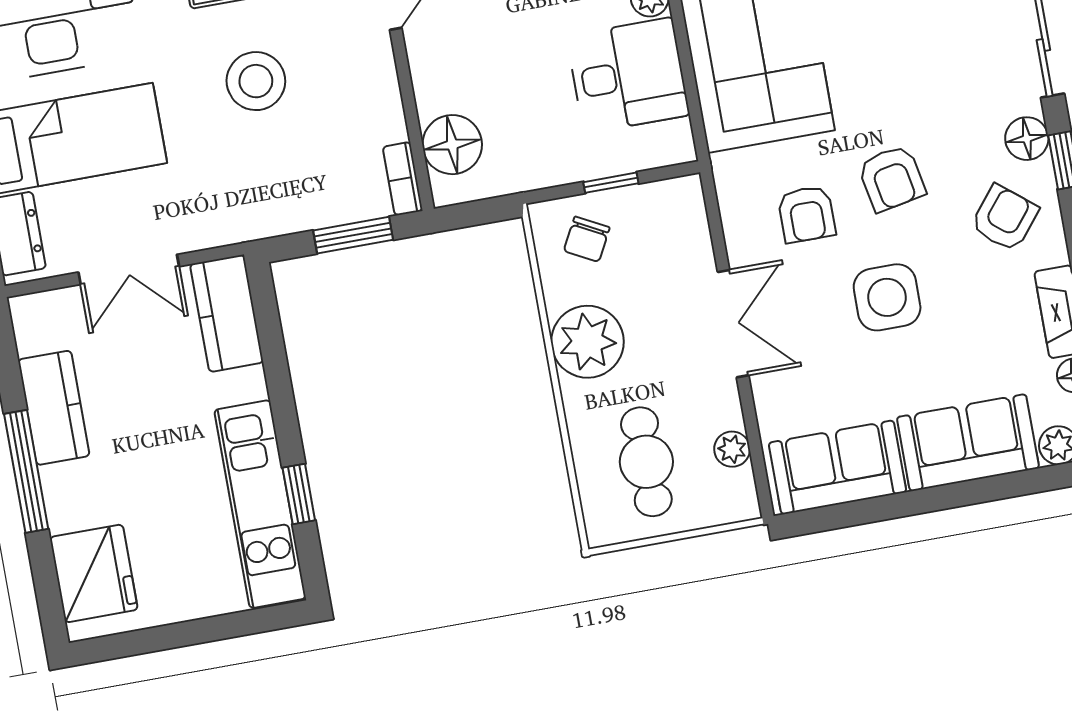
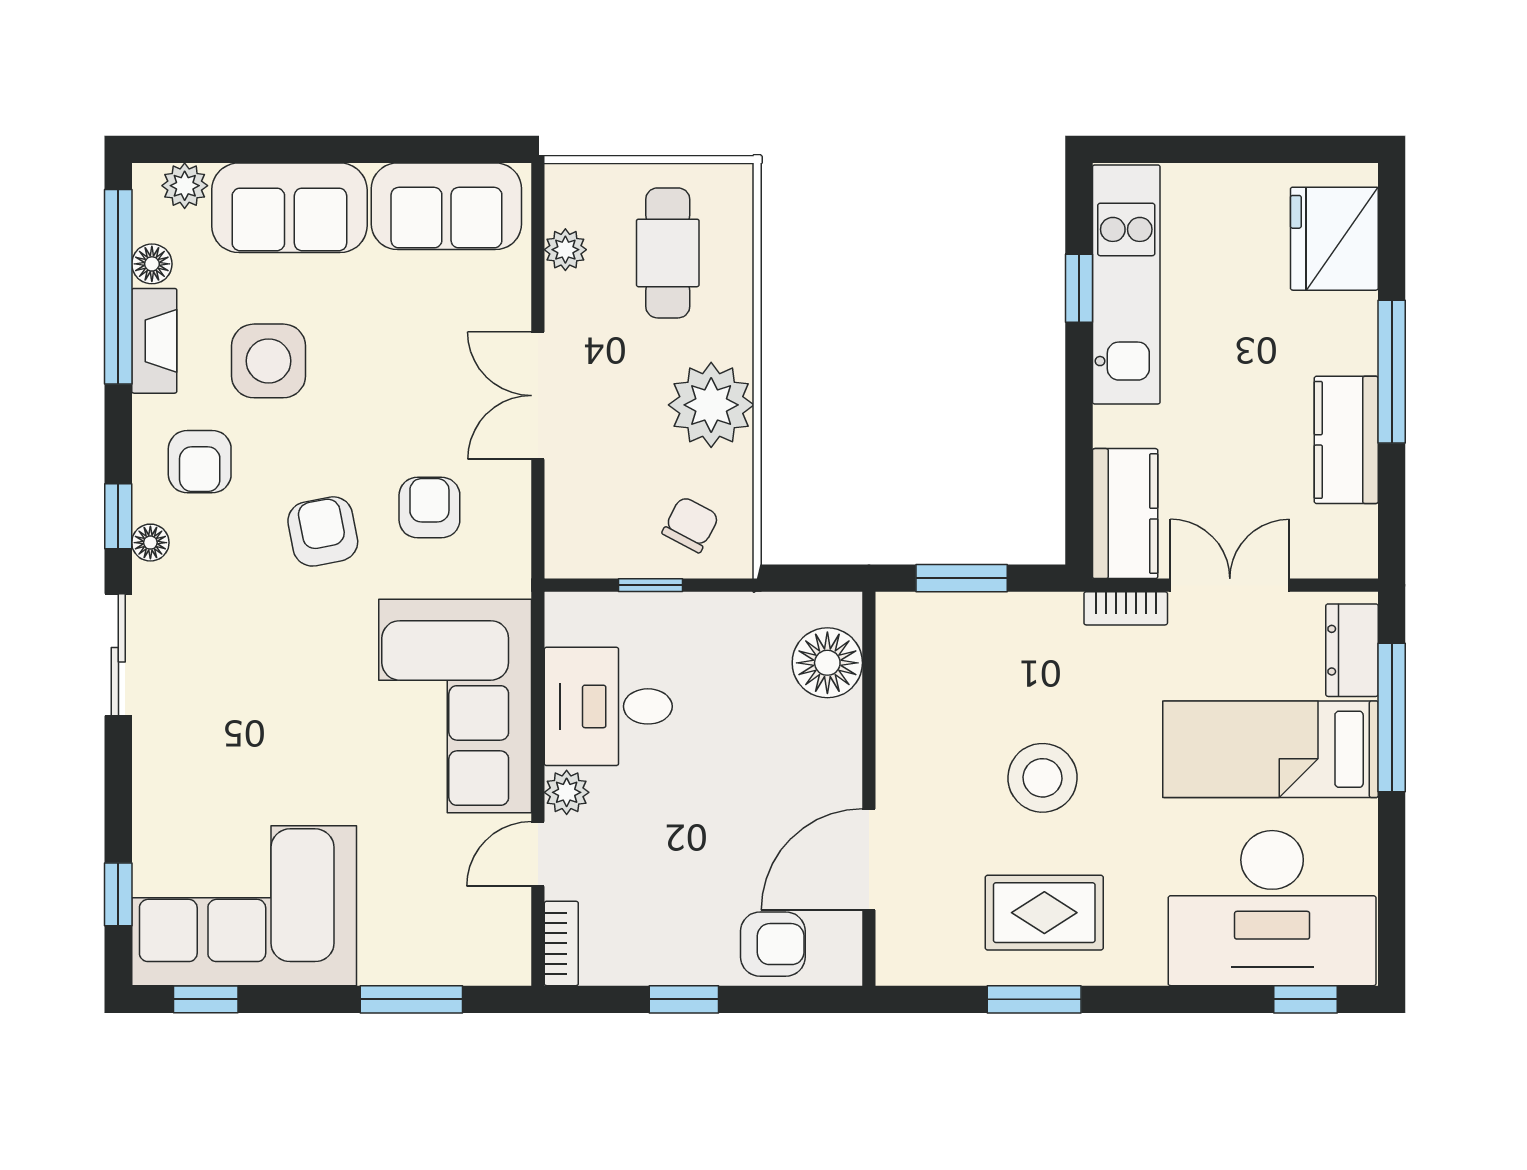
floor lamp: (1027, 139) -> (150, 543), width x0.73, depth x0.73
bookcase: (403, 179) -> (1126, 608), moved, turned 90
armchair: (1005, 218) -> (200, 462), turned -39
side table: (887, 297) -> (269, 361), moved

